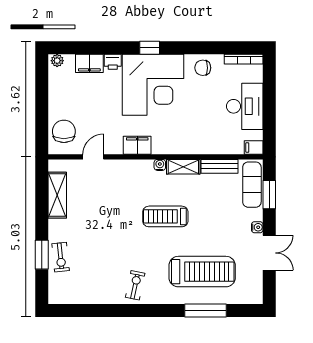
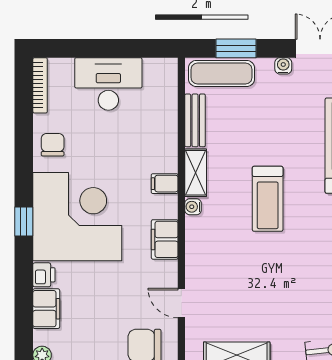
chair: (203, 68) -> (53, 145), turned 180
filing cabinet: (254, 148) -> (165, 184), moved, turned 90

